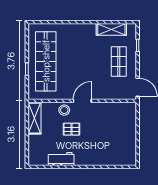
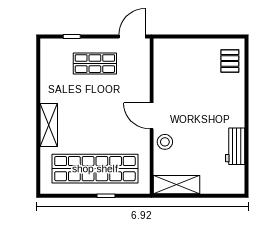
shelving: (111, 29) -> (49, 125), moved
pallet: (71, 129) -> (230, 61), moved

